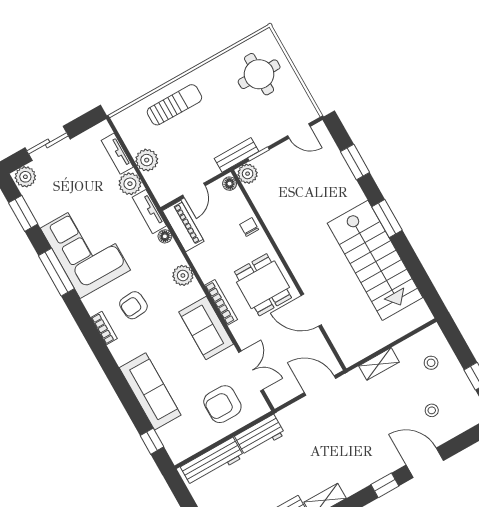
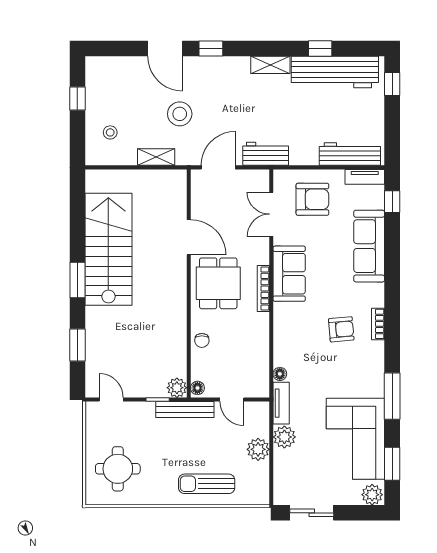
sliding door: (48, 143) -> (312, 513), moved
tv unit: (117, 154) -> (365, 177), moved, turned 90
bench: (237, 155) -> (185, 410), width x1.36
door: (194, 190) -> (232, 400), swing flipped
piano: (183, 226) -> (259, 374), removed
corner sofa: (85, 249) -> (355, 439), moved
plant: (183, 275) -> (283, 331), removed
door: (320, 385) -> (218, 167), swing flipped
stool: (432, 410) -> (180, 114), moved, width x1.89, depth x1.89
workbench: (260, 435) -> (266, 154), moved

